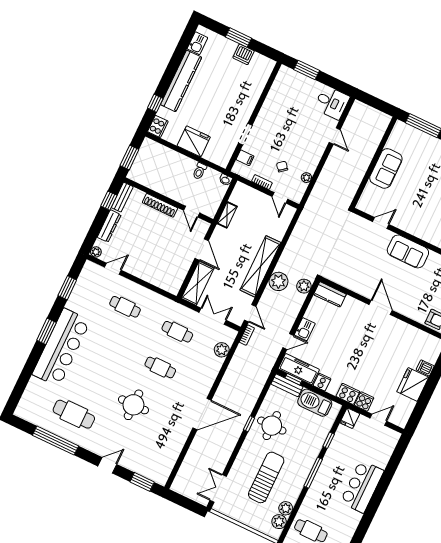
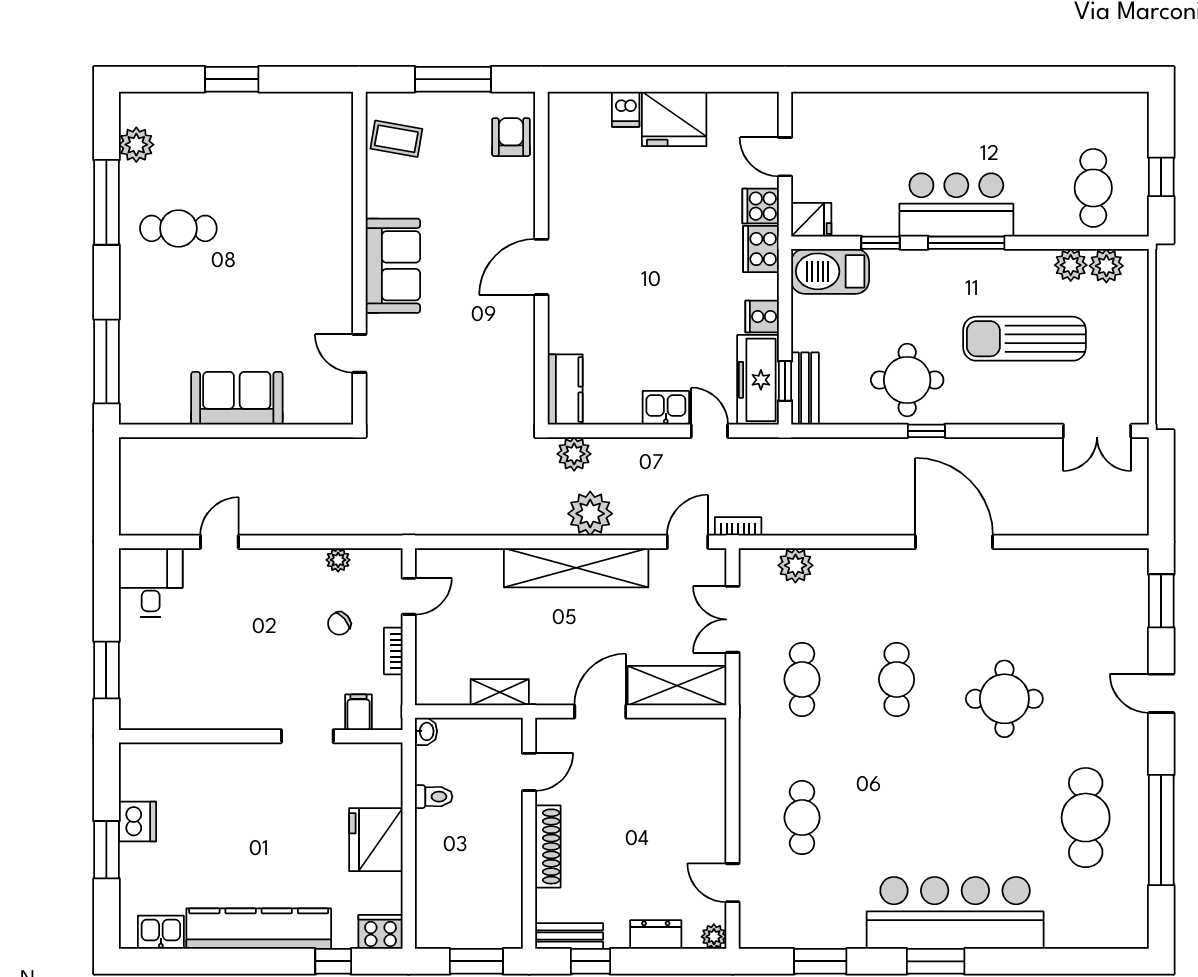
dresser: (109, 226) -> (656, 935), width x0.70
barbecue: (315, 403) -> (830, 271), moved, turned 90
bar counter: (362, 487) -> (956, 205), moved, turned 180

